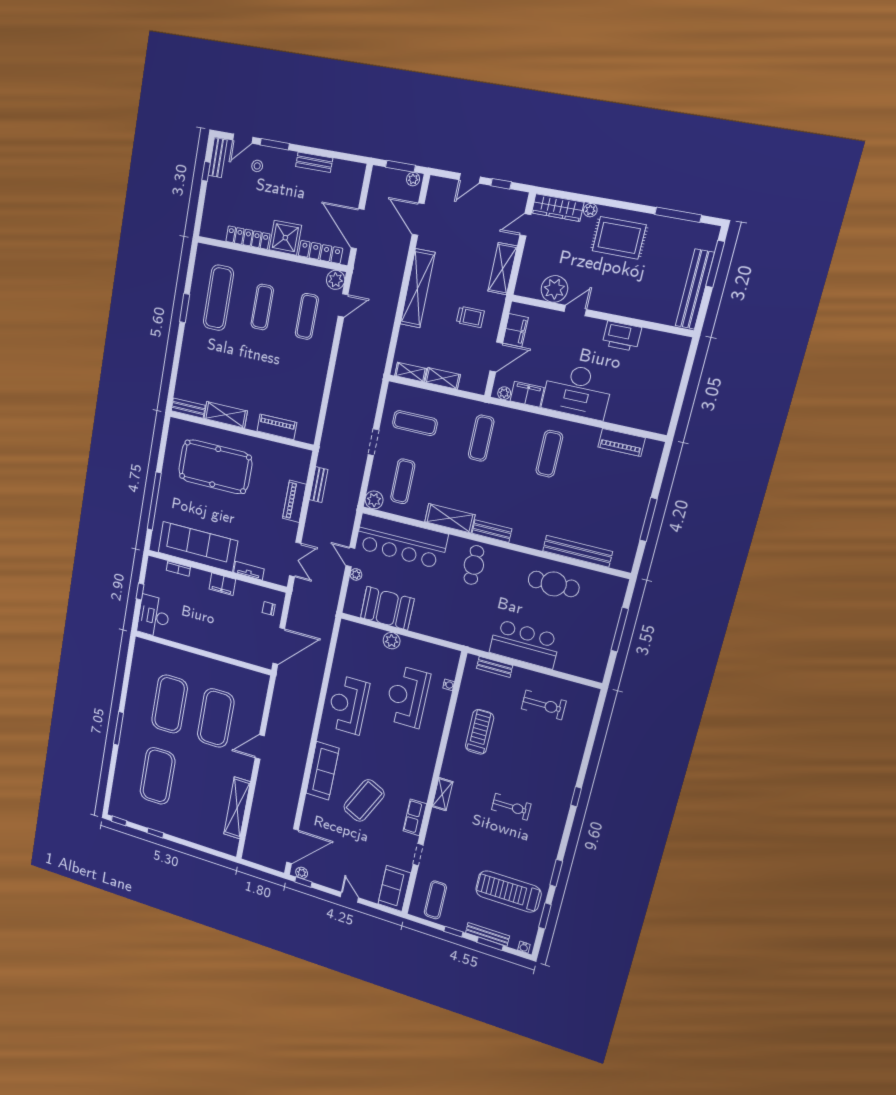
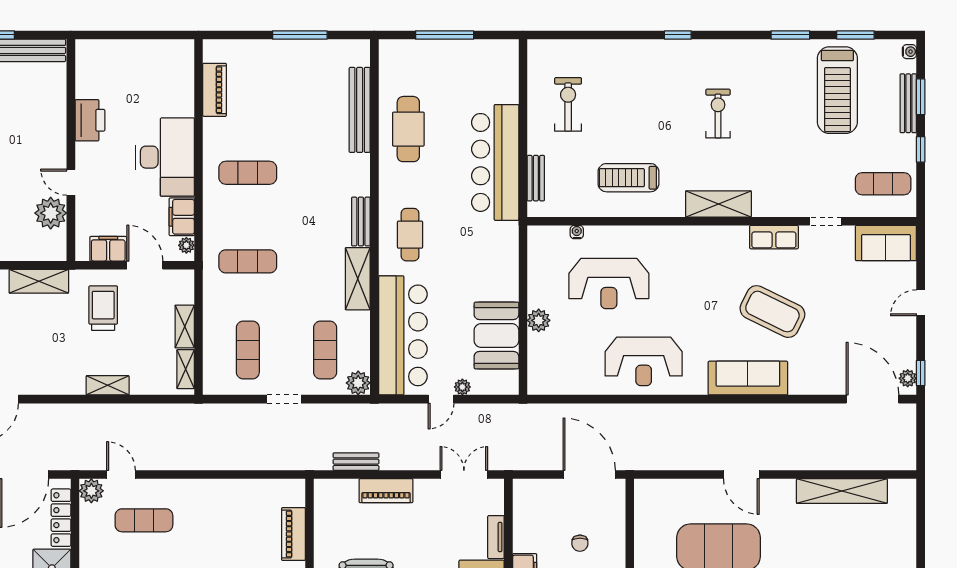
shelving: (418, 288) -> (108, 385), width x0.45, depth x0.75
trolley: (470, 317) -> (103, 308), width x1.36, depth x1.39
exercise mat: (403, 481) -> (325, 350), turned 90
cafe table: (474, 565) -> (410, 235), turned 90
chair: (269, 608) -> (580, 543), moved
bar counter: (525, 644) -> (495, 162), width x1.36
shelving: (442, 794) -> (718, 204), width x1.50, depth x1.33

